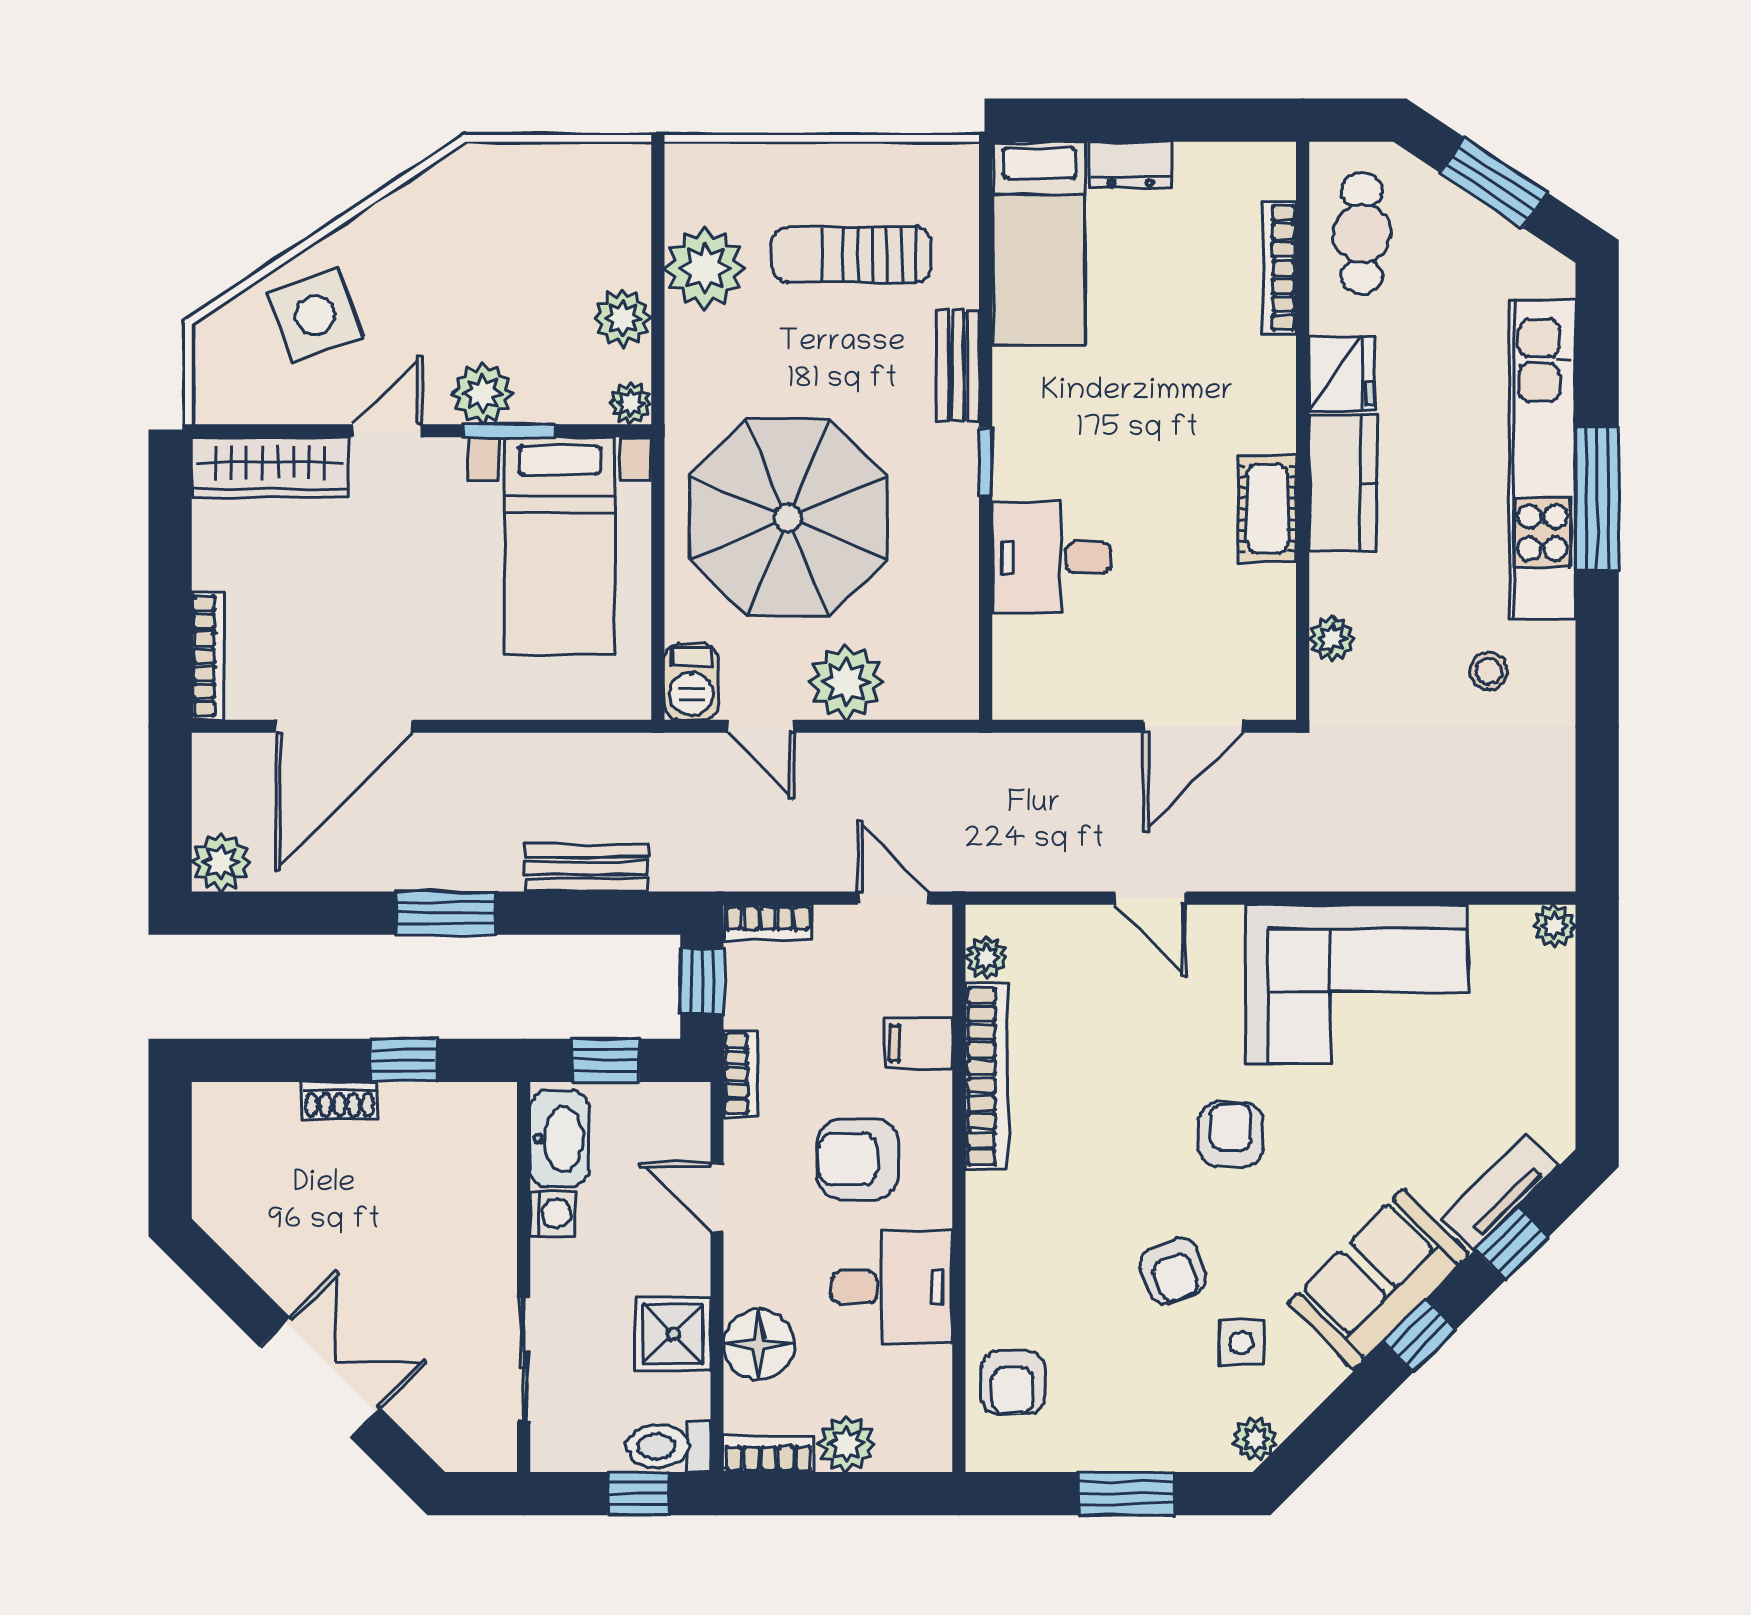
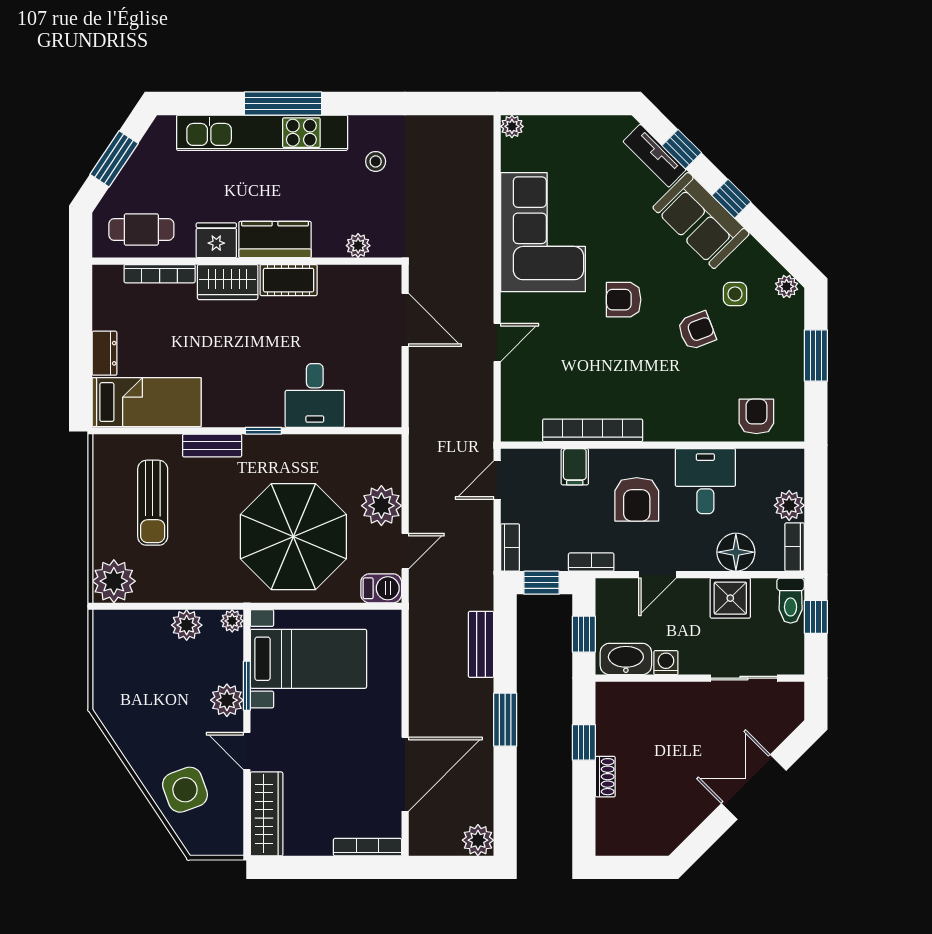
plant: (705, 268) -> (114, 581), moved
wardrobe: (1264, 395) -> (228, 282), added
door: (344, 726) -> (405, 774), hinge flipped
plant: (986, 958) -> (529, 430), removed
armchair: (1013, 1383) -> (756, 416), turned -90

